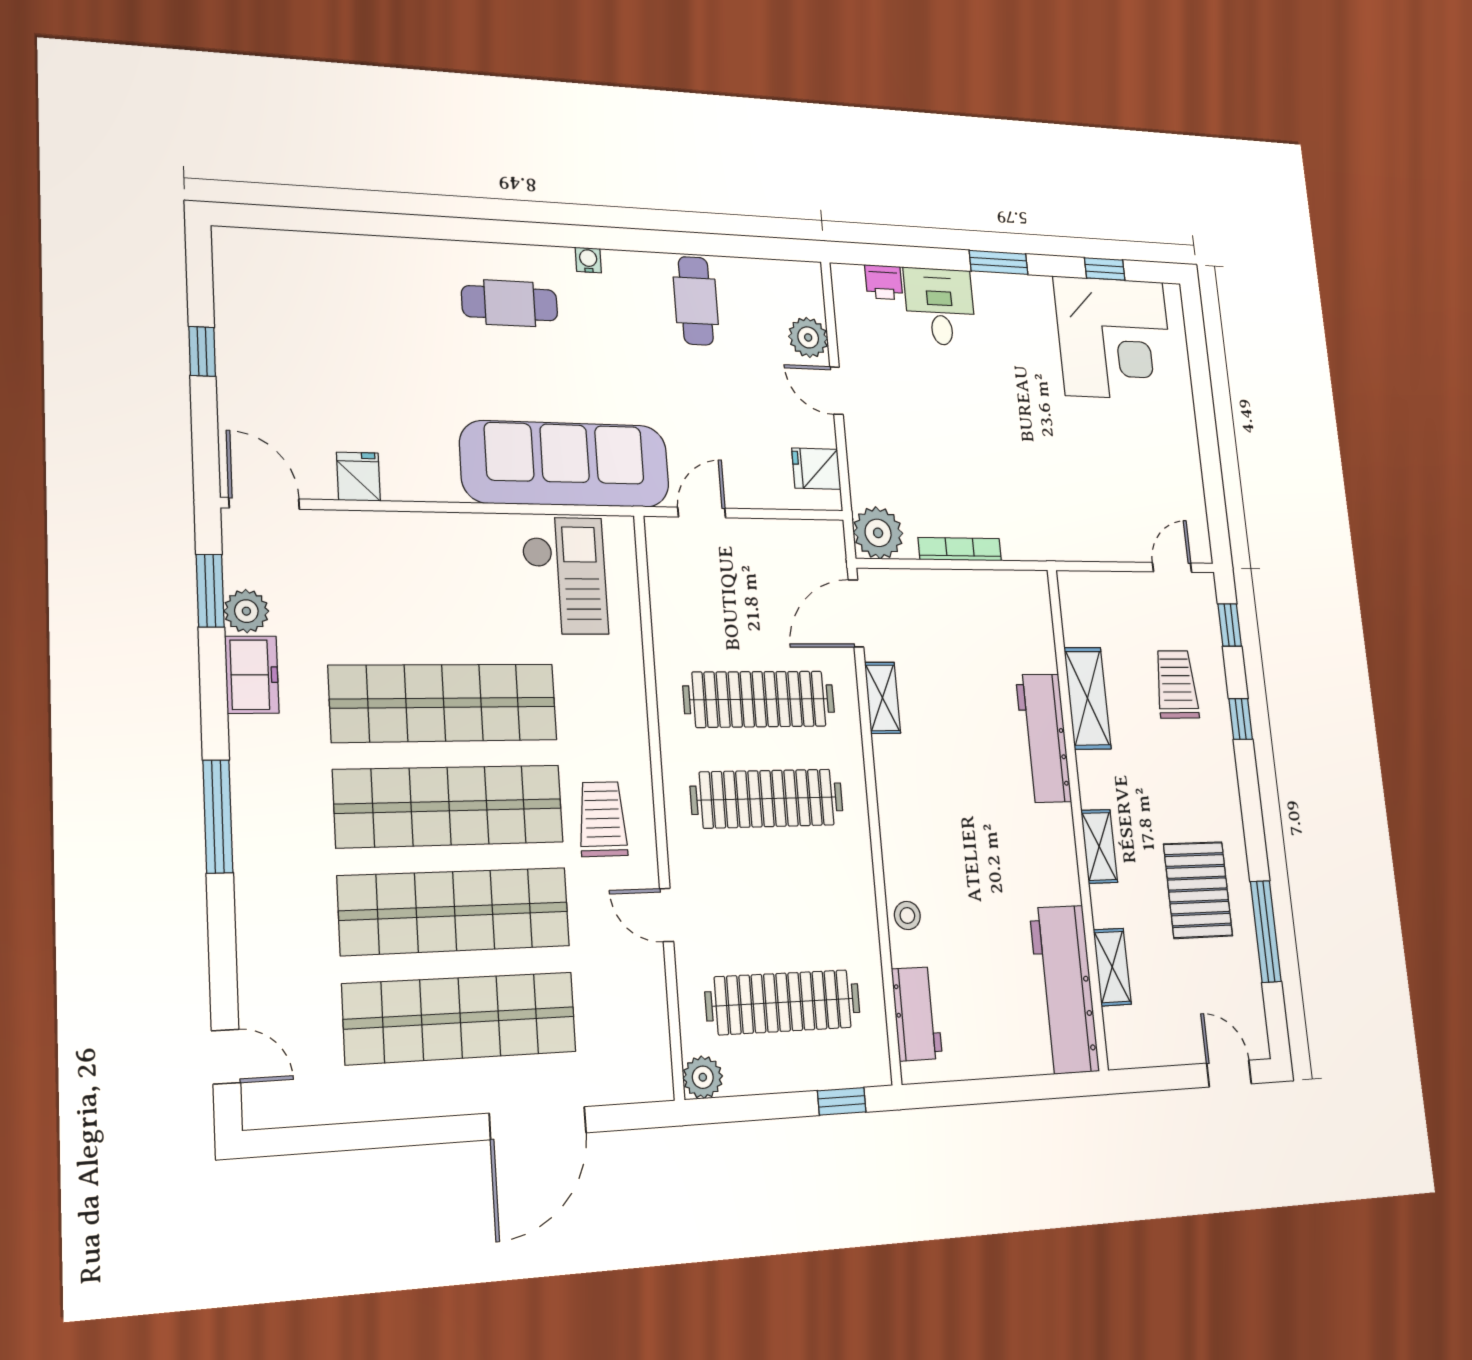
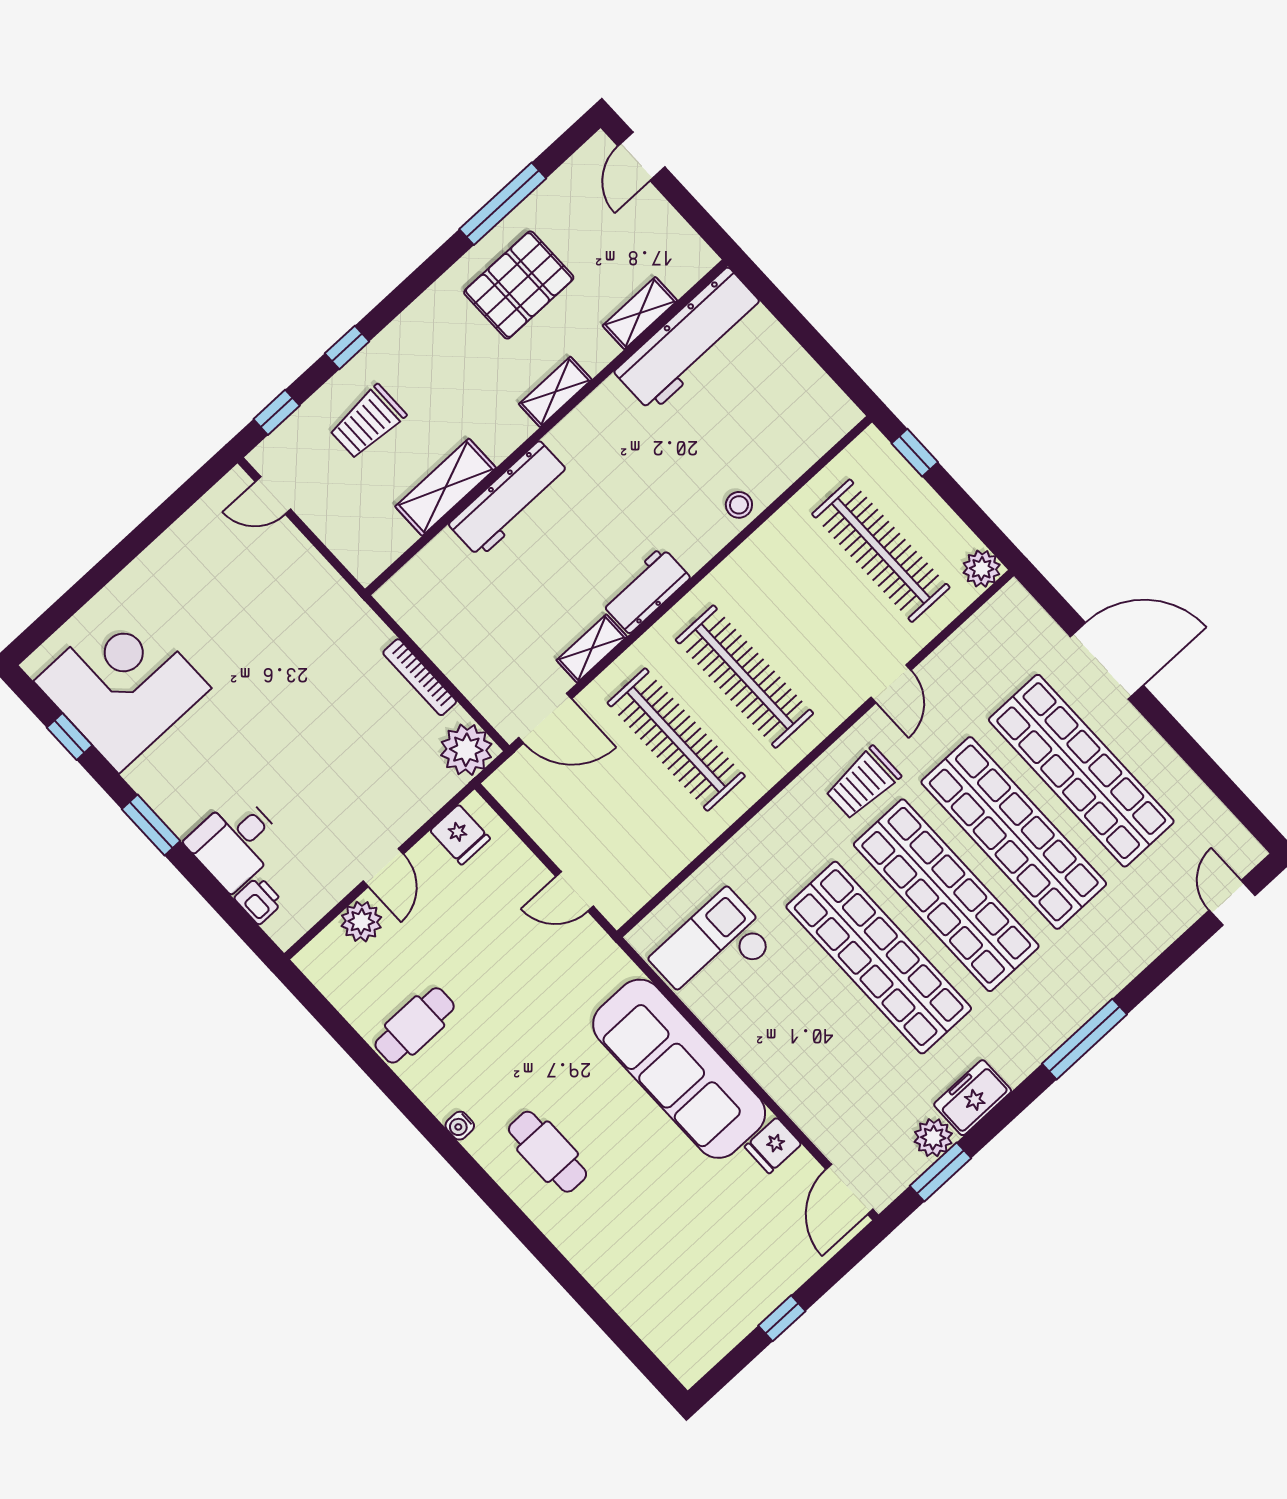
sofa: (565, 464) -> (679, 1069), moved
workbench: (917, 1014) -> (645, 590), moved

